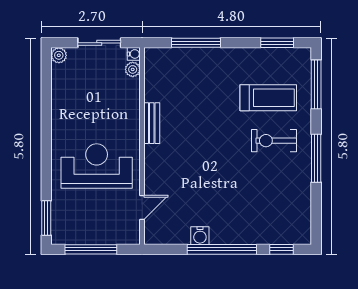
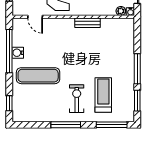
window: (196, 43) -> (137, 69), moved
treadmill: (268, 98) -> (103, 95), turned 180
exercise mat: (237, 203) -> (38, 76), added
window: (222, 249) -> (9, 51), moved

